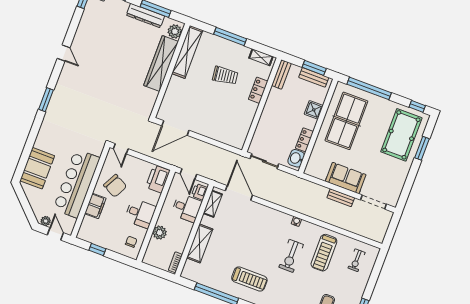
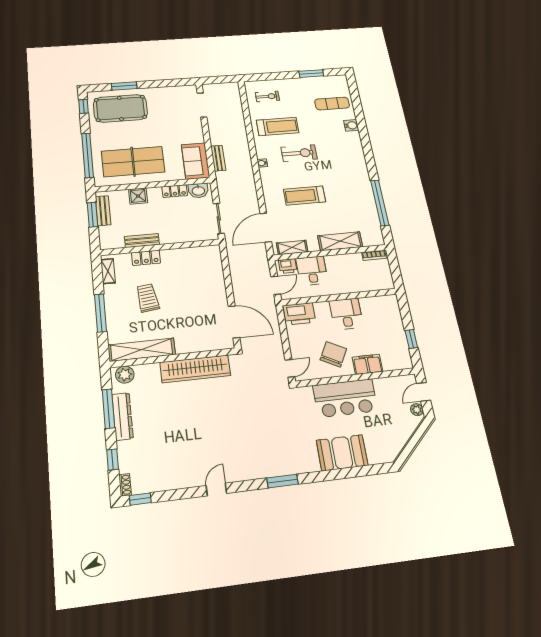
wardrobe: (161, 63) -> (195, 369), moved
bench: (281, 74) -> (142, 241), moved
booth: (37, 168) -> (342, 453), moved
sofa: (346, 178) -> (196, 161), moved
bar counter: (77, 184) -> (345, 398), width x0.73
bench: (341, 198) -> (218, 158), moved
plant: (160, 233) -> (354, 285), removed
chair: (131, 242) -> (381, 309), removed
treadmill: (249, 279) -> (304, 196), moved, turned -90

